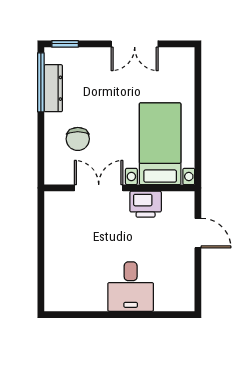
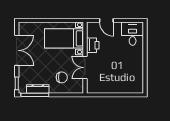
double door: (135, 44) -> (17, 50), width x1.37
door: (198, 233) -> (106, 20), swing flipped
desk: (131, 287) -> (133, 34), moved, turned -90

